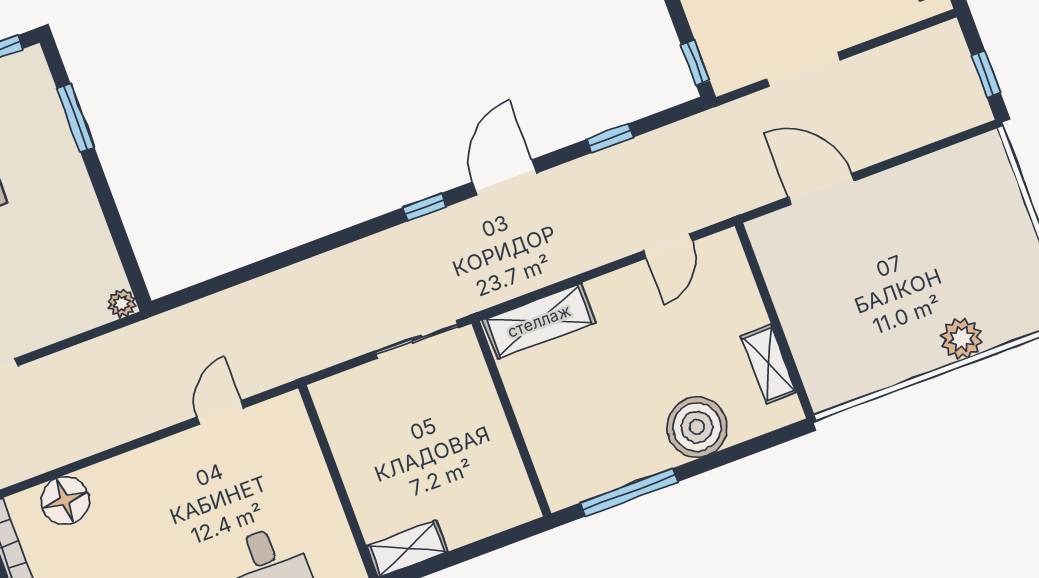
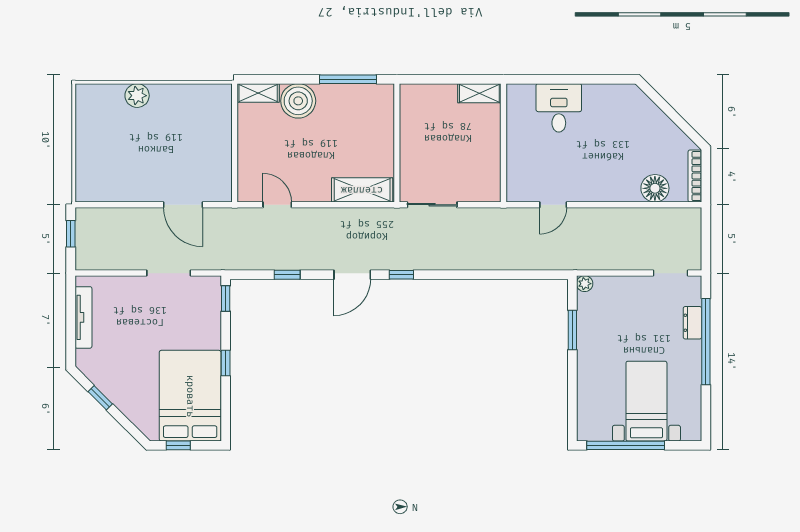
window: (76, 118) -> (572, 330), moved
door: (668, 246) -> (277, 205), hinge flipped
shelving: (769, 364) -> (258, 93), moved, turned 90

